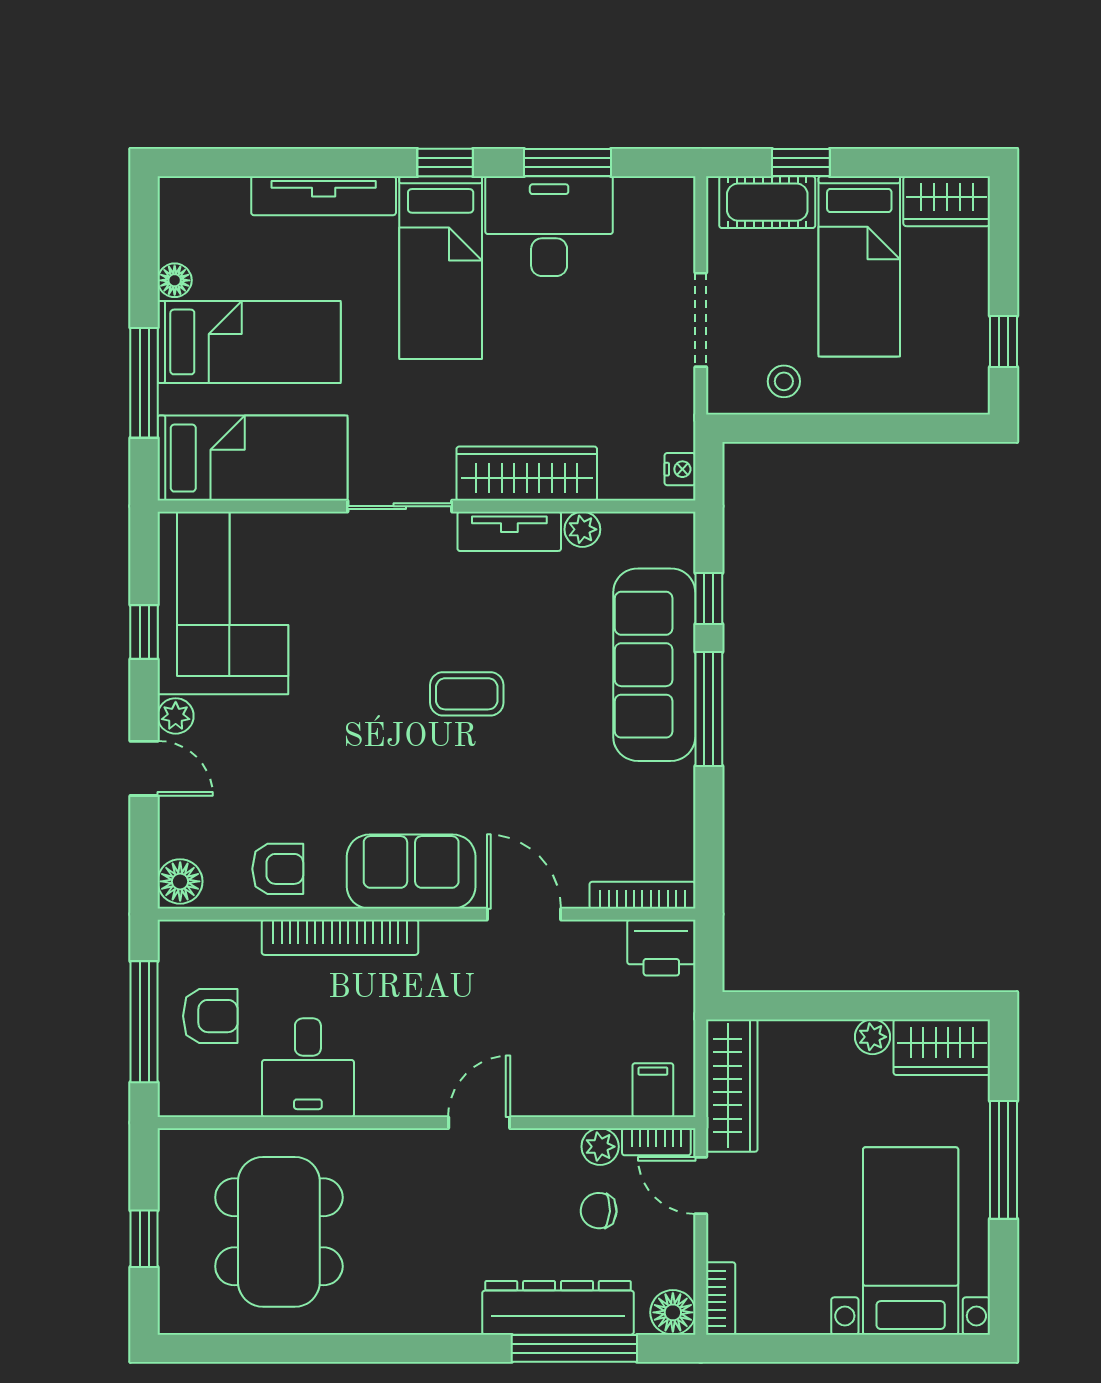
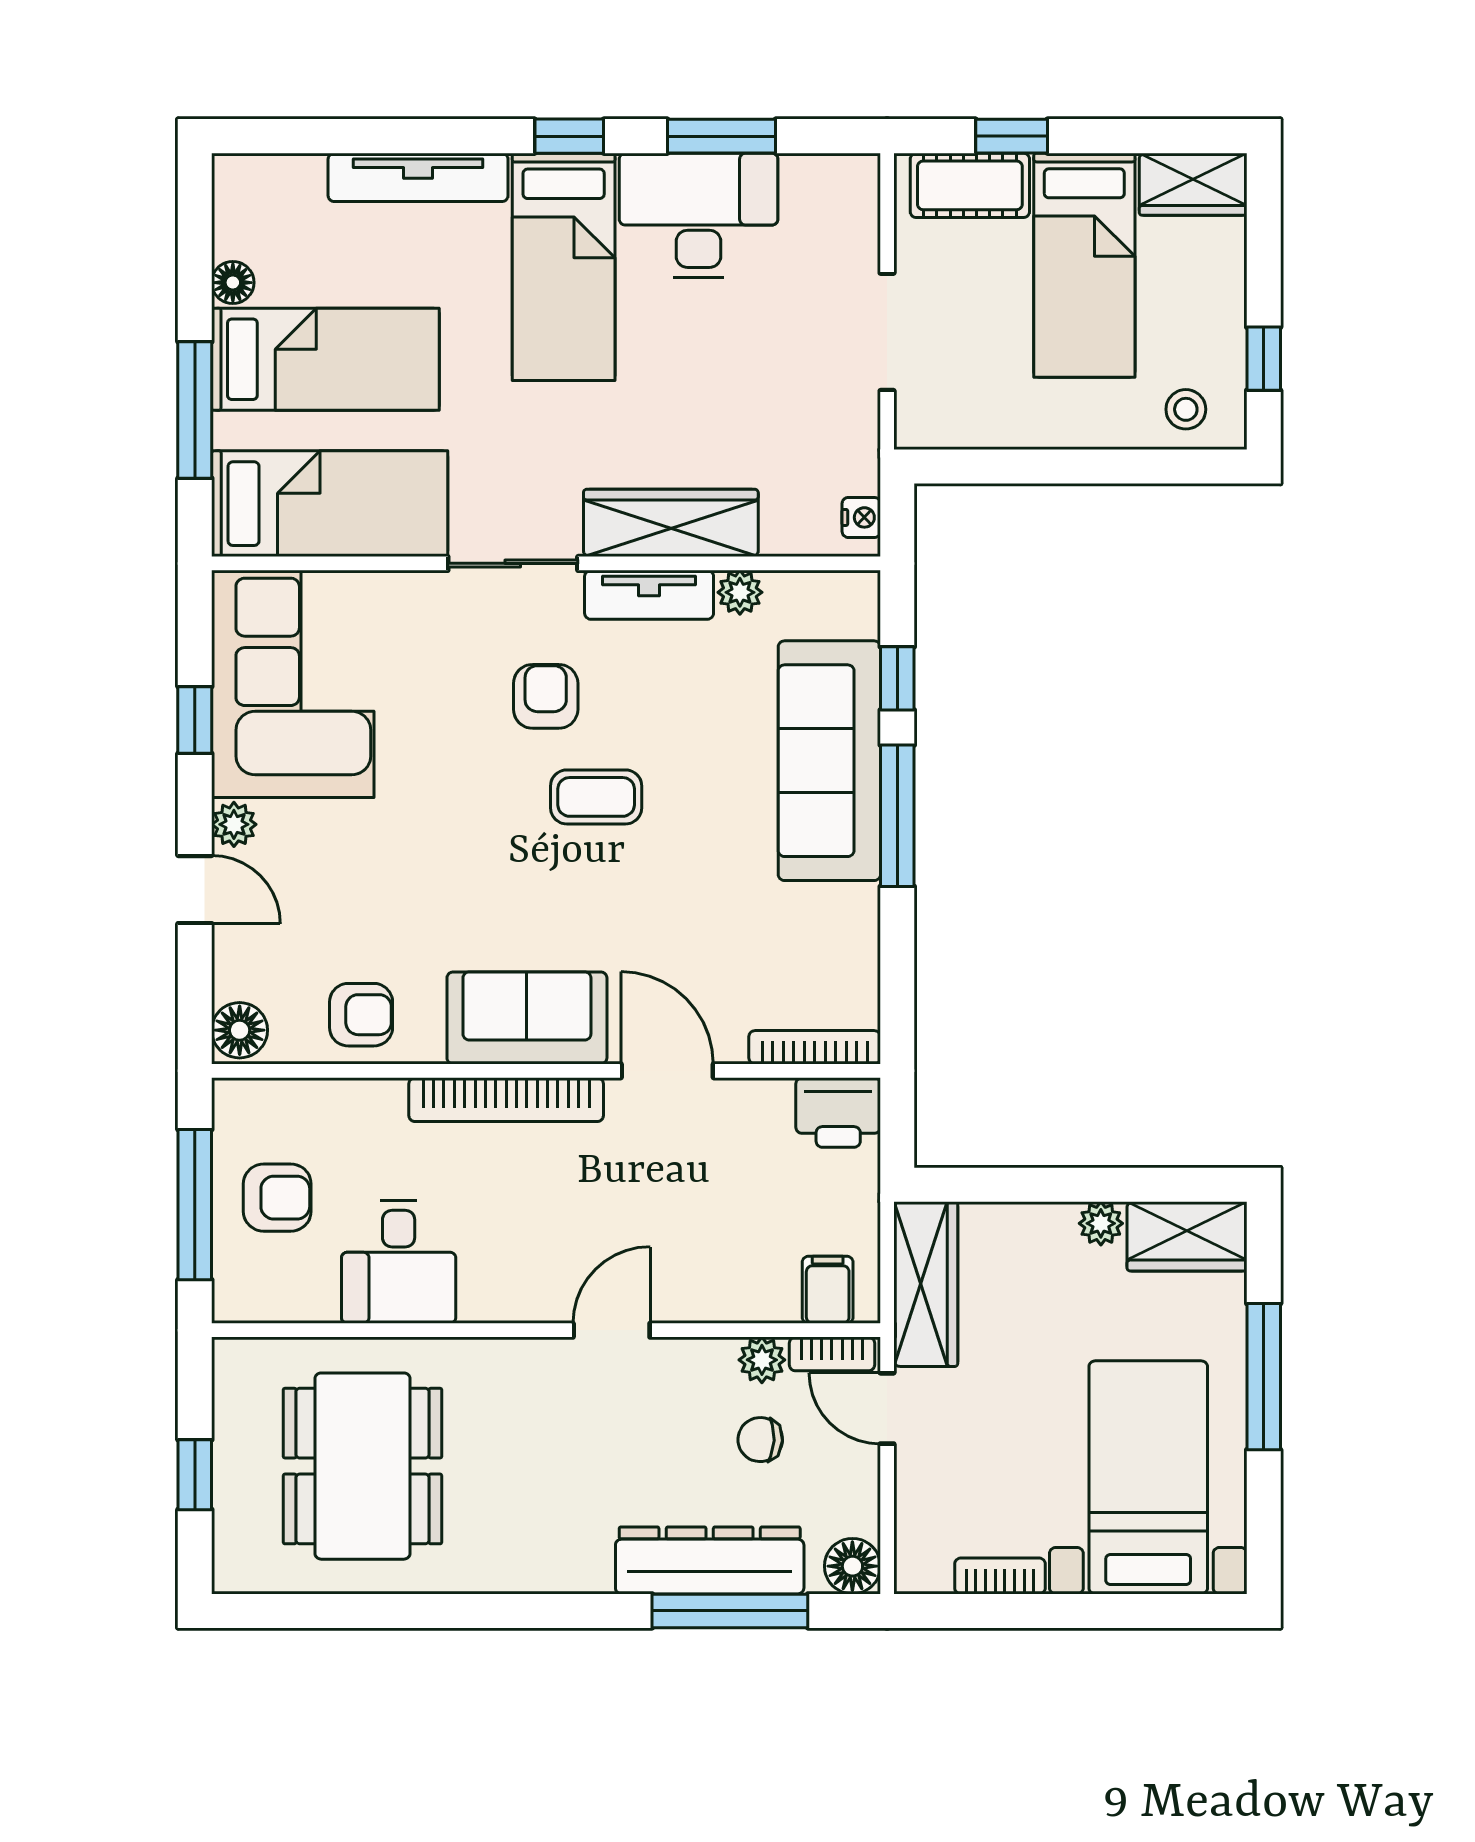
stool: (784, 381) -> (1186, 409), moved
armchair: (426, 613) -> (546, 696), added
bookcase: (340, 937) -> (506, 1100), moved
bookcase: (721, 1298) -> (1000, 1576), moved, turned -90

